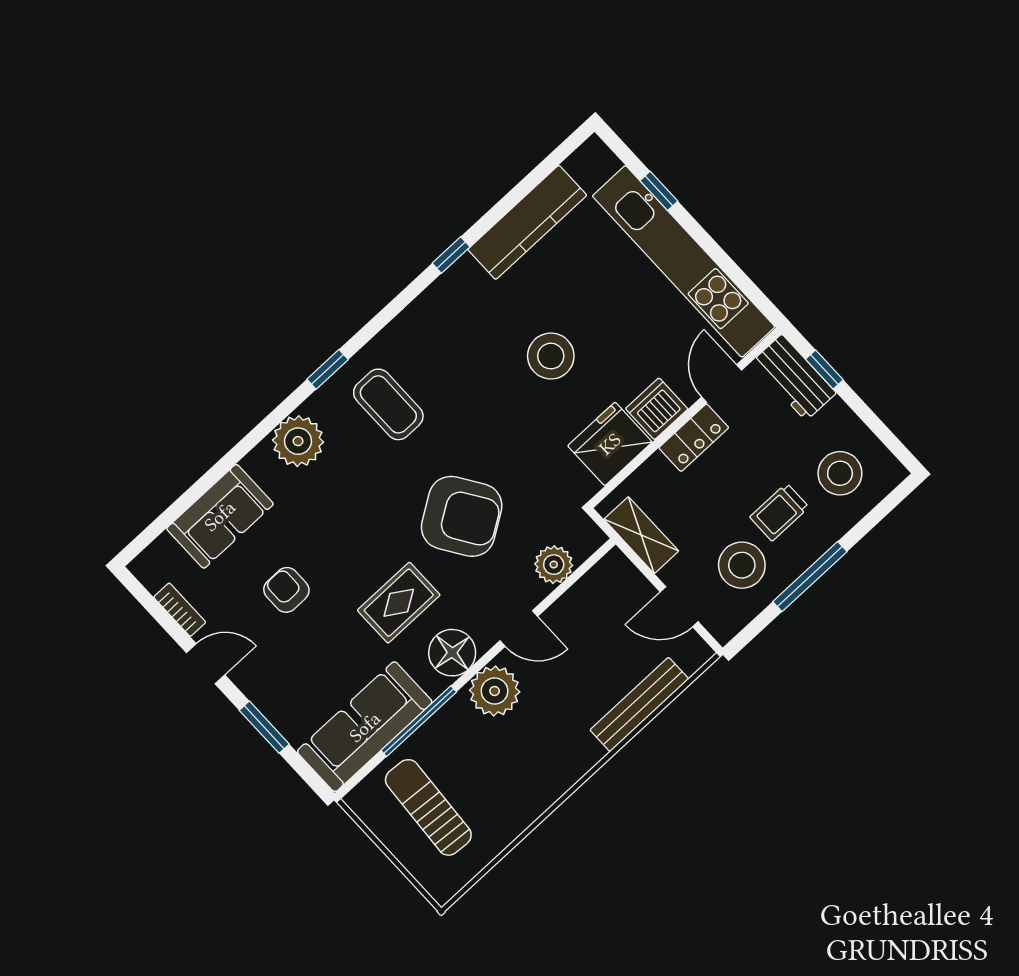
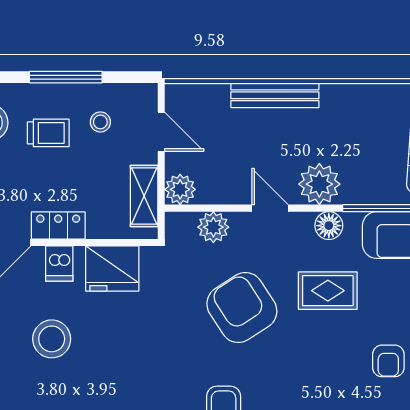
stool: (551, 356) -> (52, 339), moved
dishwasher: (657, 409) -> (59, 264), width x0.73
stool: (742, 565) -> (100, 122), width x0.53, depth x0.53
plant: (615, 571) -> (180, 189), added
floor lamp: (452, 653) -> (329, 226), width x0.73, depth x0.73
bench: (639, 704) -> (275, 95), moved

